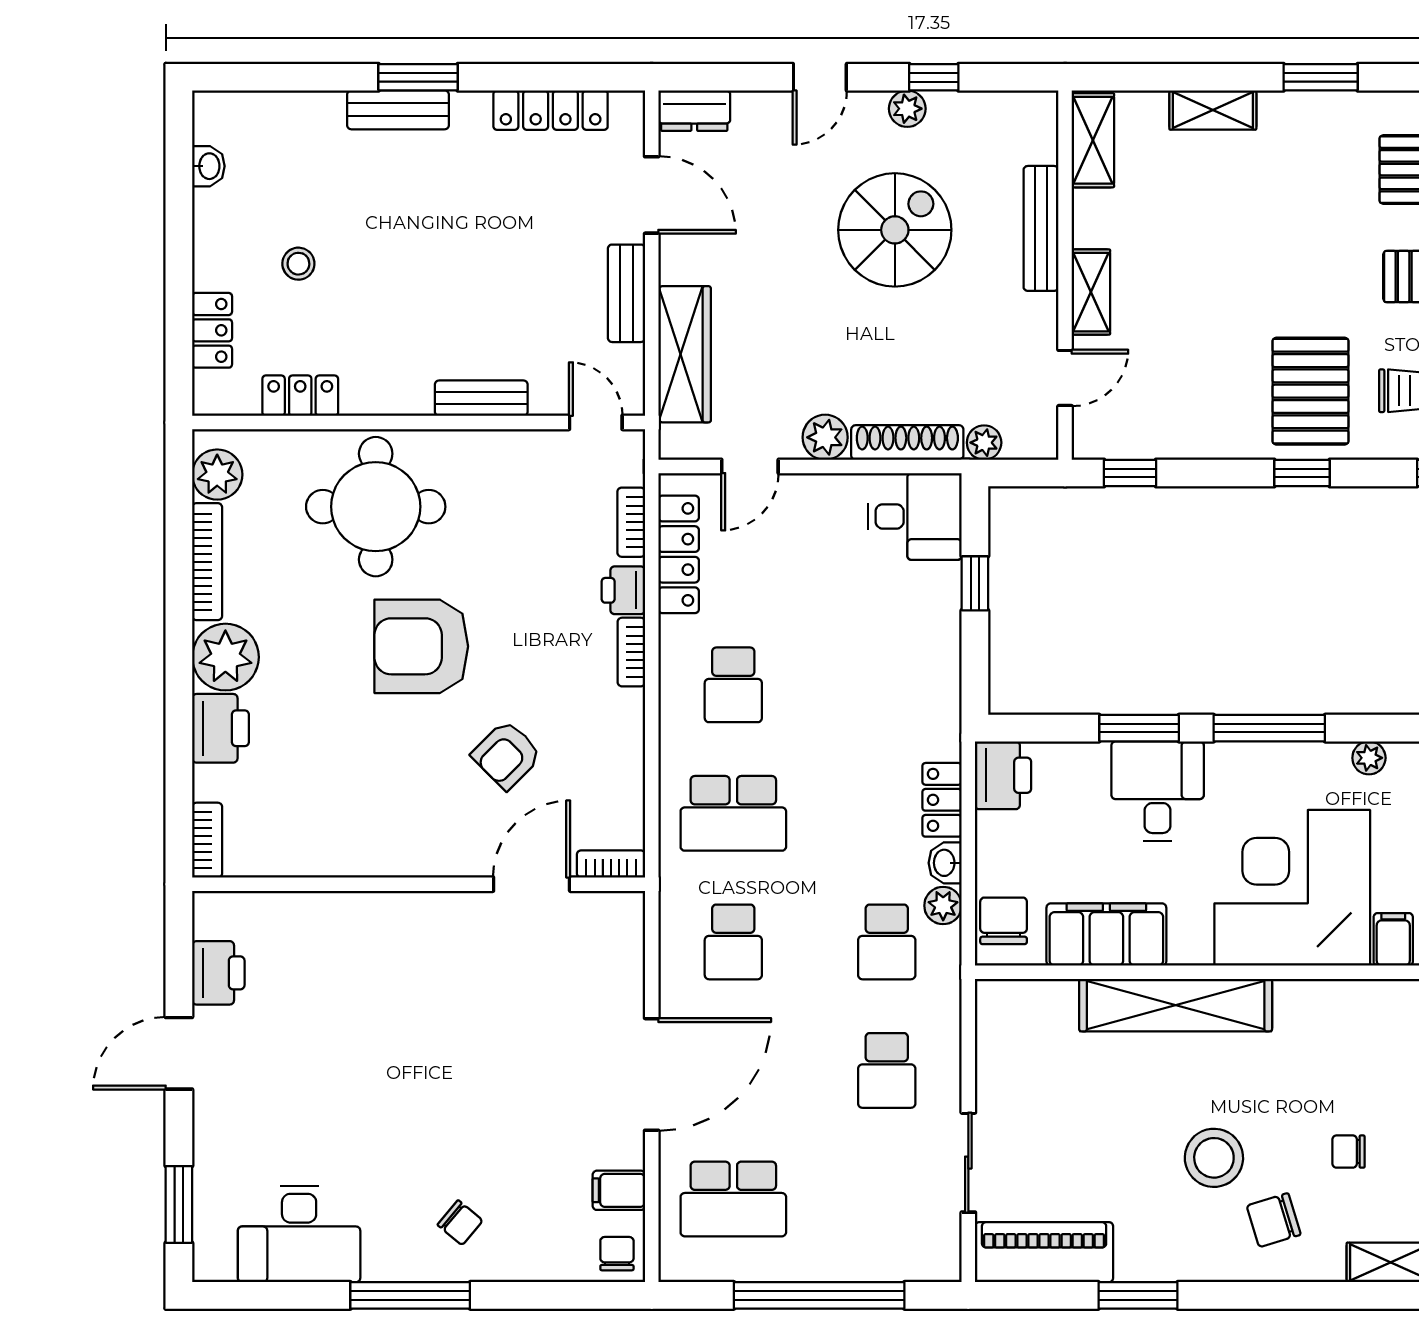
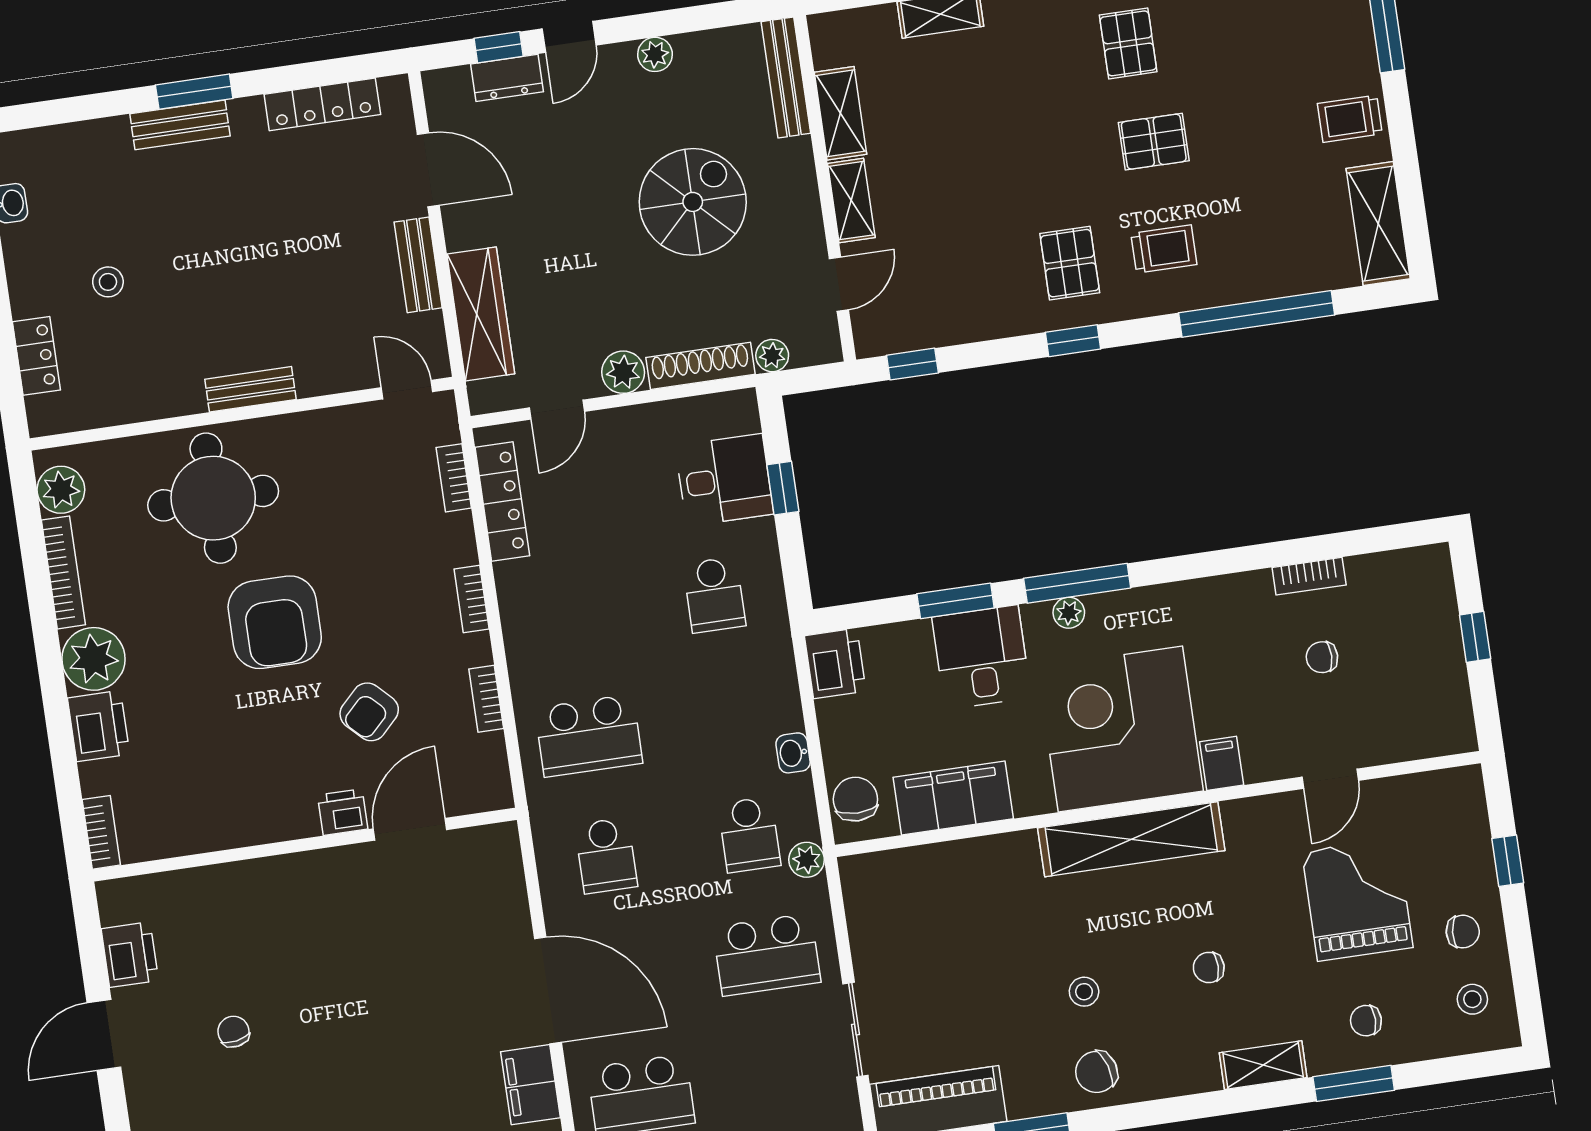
window: (934, 77) -> (499, 47), moved
dresser: (694, 111) -> (507, 78), moved
shelving: (1093, 140) -> (840, 113), moved
bench: (1041, 228) -> (786, 77), moved
spiral stairs: (895, 230) -> (693, 202), moved
pallet: (1310, 391) -> (1070, 263), width x0.67, depth x0.71
locker: (300, 396) -> (128, 405), removed
bench: (481, 398) -> (250, 389), moved
desk: (915, 516) -> (724, 480), moved
printer: (623, 590) -> (343, 812), moved, turned 90
armchair: (421, 646) -> (275, 622), turned -90
school desk: (733, 685) -> (714, 595), moved
plant: (1369, 758) -> (1069, 613), moved
locker: (942, 800) -> (782, 695), removed
bookcase: (611, 864) -> (486, 699), moved, turned -90
plant: (943, 906) -> (807, 860), moved
shelving: (1176, 1005) -> (1131, 839), moved
chair: (315, 1070) -> (233, 1032), added
school desk: (887, 1070) -> (767, 955), width x1.85
door: (652, 1074) -> (548, 990), hinge flipped
stool: (1214, 1158) -> (1084, 992), width x0.53, depth x0.53
filing cabinet: (619, 1190) -> (530, 1085), width x2.00
chair: (1274, 1220) -> (1096, 1072), moved

